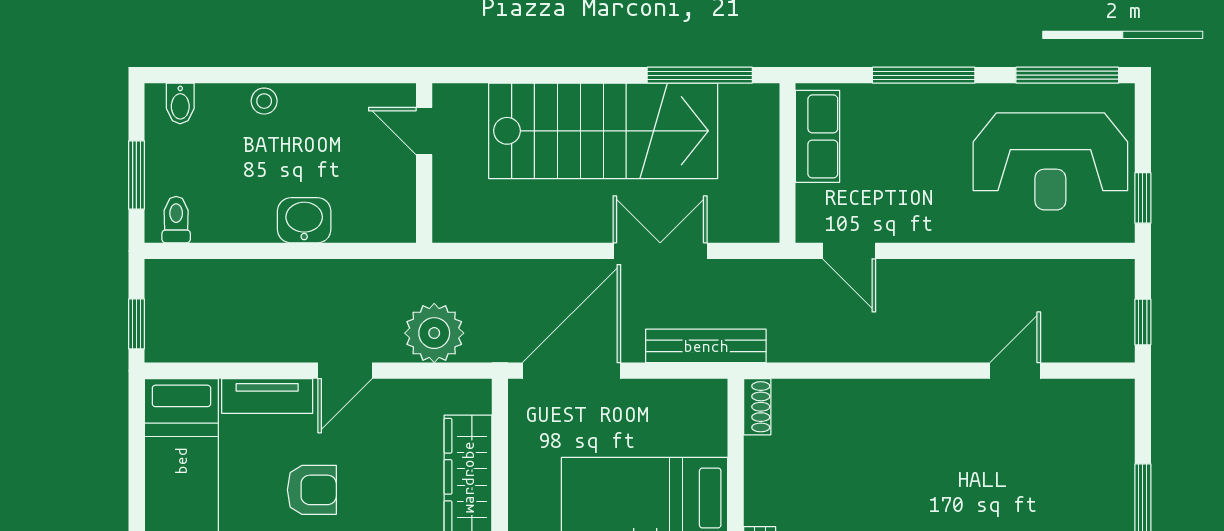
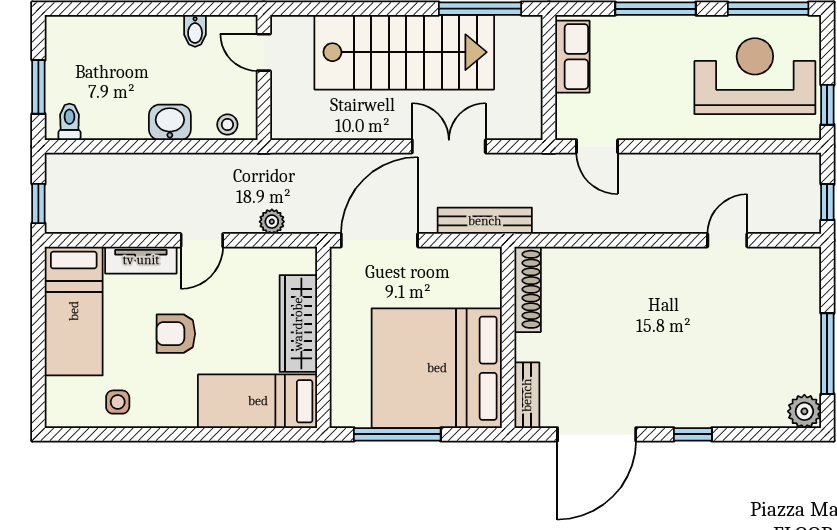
stool: (264, 101) -> (227, 125), moved
bidet: (180, 104) -> (195, 31), moved
reception desk: (1050, 161) -> (755, 76), turned 180
plant: (434, 333) -> (272, 222), width x0.53, depth x0.53
shoe rack: (757, 407) -> (528, 289), width x1.94, depth x1.24
armchair: (312, 490) -> (176, 334), turned 180

